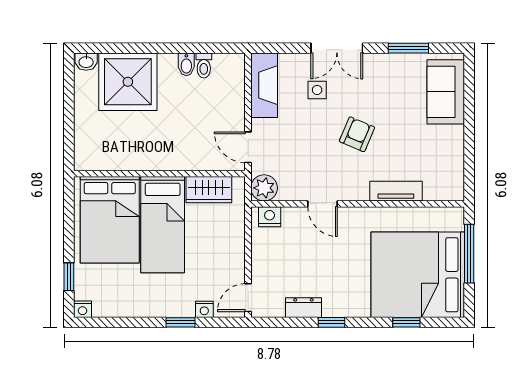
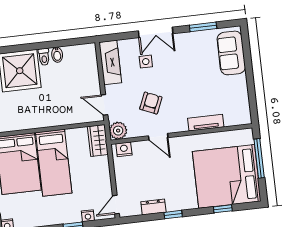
toilet: (204, 65) -> (44, 57), moved
armchair: (357, 134) -> (151, 103), moved
wardrobe: (209, 190) -> (98, 141), moved, turned 90

